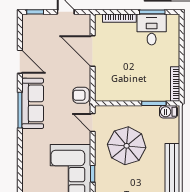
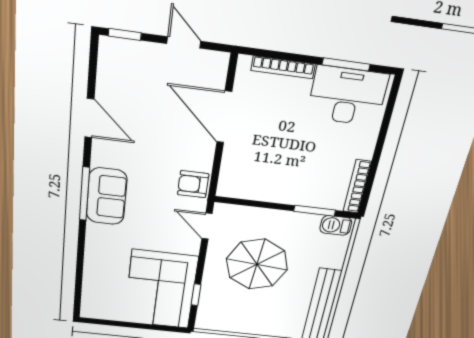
desk: (152, 29) -> (347, 96), width x1.37
sofa: (33, 103) -> (107, 196), width x0.73

